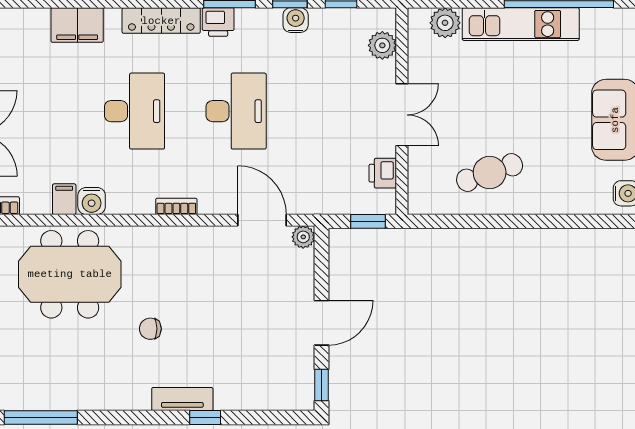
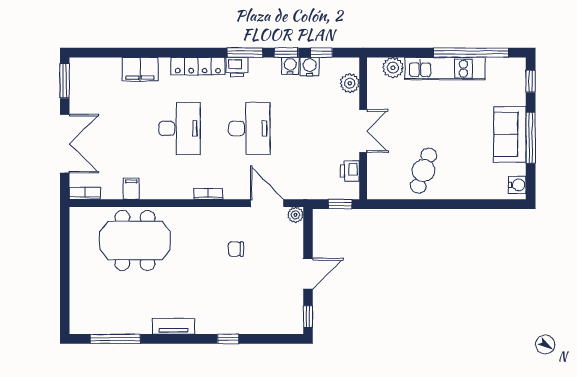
cafe table: (490, 173) -> (423, 171), turned -52
water cooler: (92, 201) -> (310, 67), moved, turned 180
chair: (150, 329) -> (236, 249), moved
tv unit: (182, 399) -> (173, 326), moved

